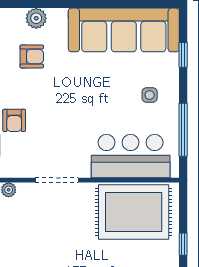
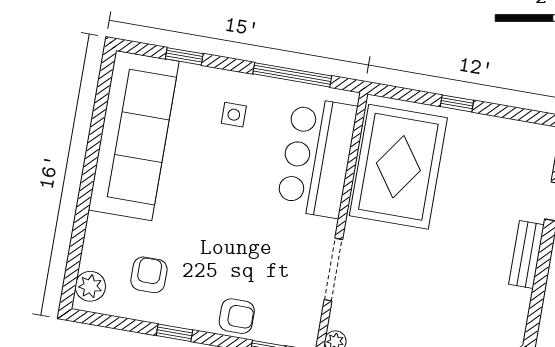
plant: (36, 18) -> (90, 286), moved

